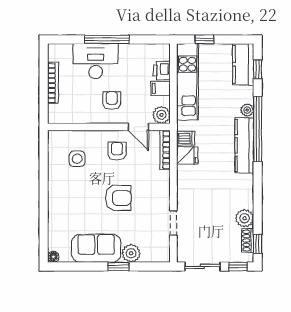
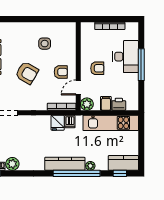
window: (204, 39) -> (141, 135), removed
side table: (77, 159) -> (45, 44), moved
armchair: (118, 198) -> (27, 73), turned -60

